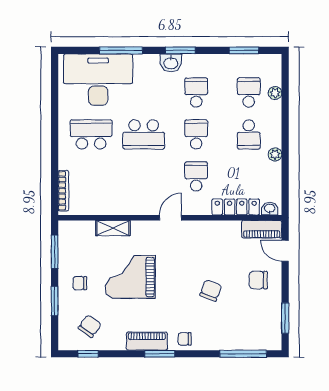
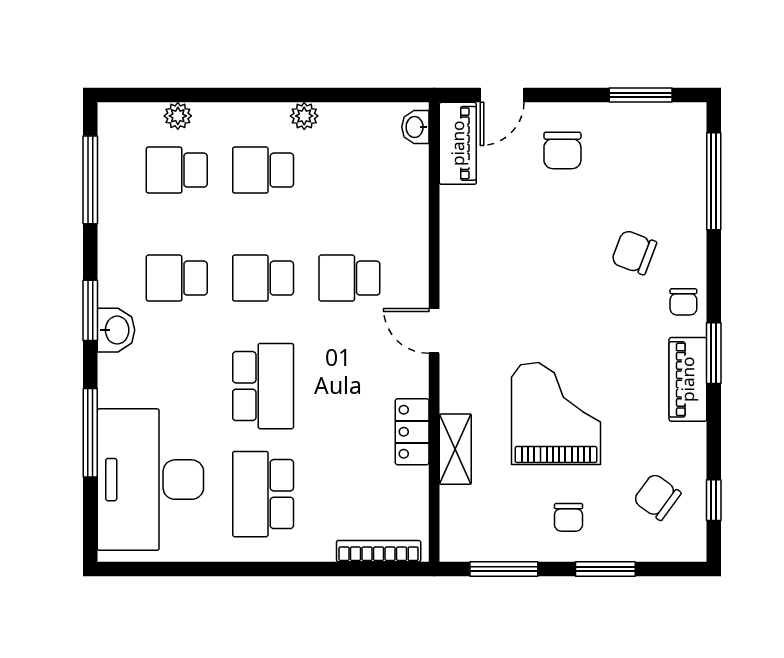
window: (244, 50) -> (90, 180), width x1.44
school desk: (249, 134) -> (263, 170), turned 180
locker: (236, 207) -> (412, 432), moved, width x0.66
grand piano: (130, 277) -> (556, 414), turned 180
chair: (211, 290) -> (634, 252), moved

